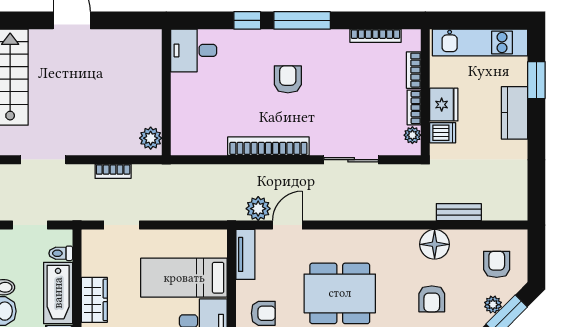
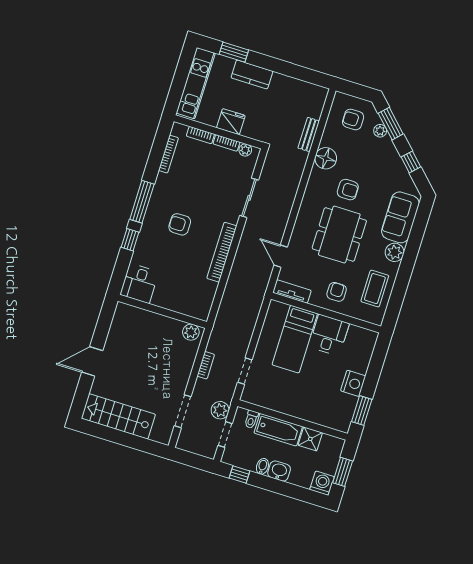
dishwasher: (443, 133) -> (250, 129), removed
plant: (258, 209) -> (220, 410), moved
armchair: (432, 299) -> (348, 190), moved
wardrobe: (94, 300) -> (291, 406), removed

